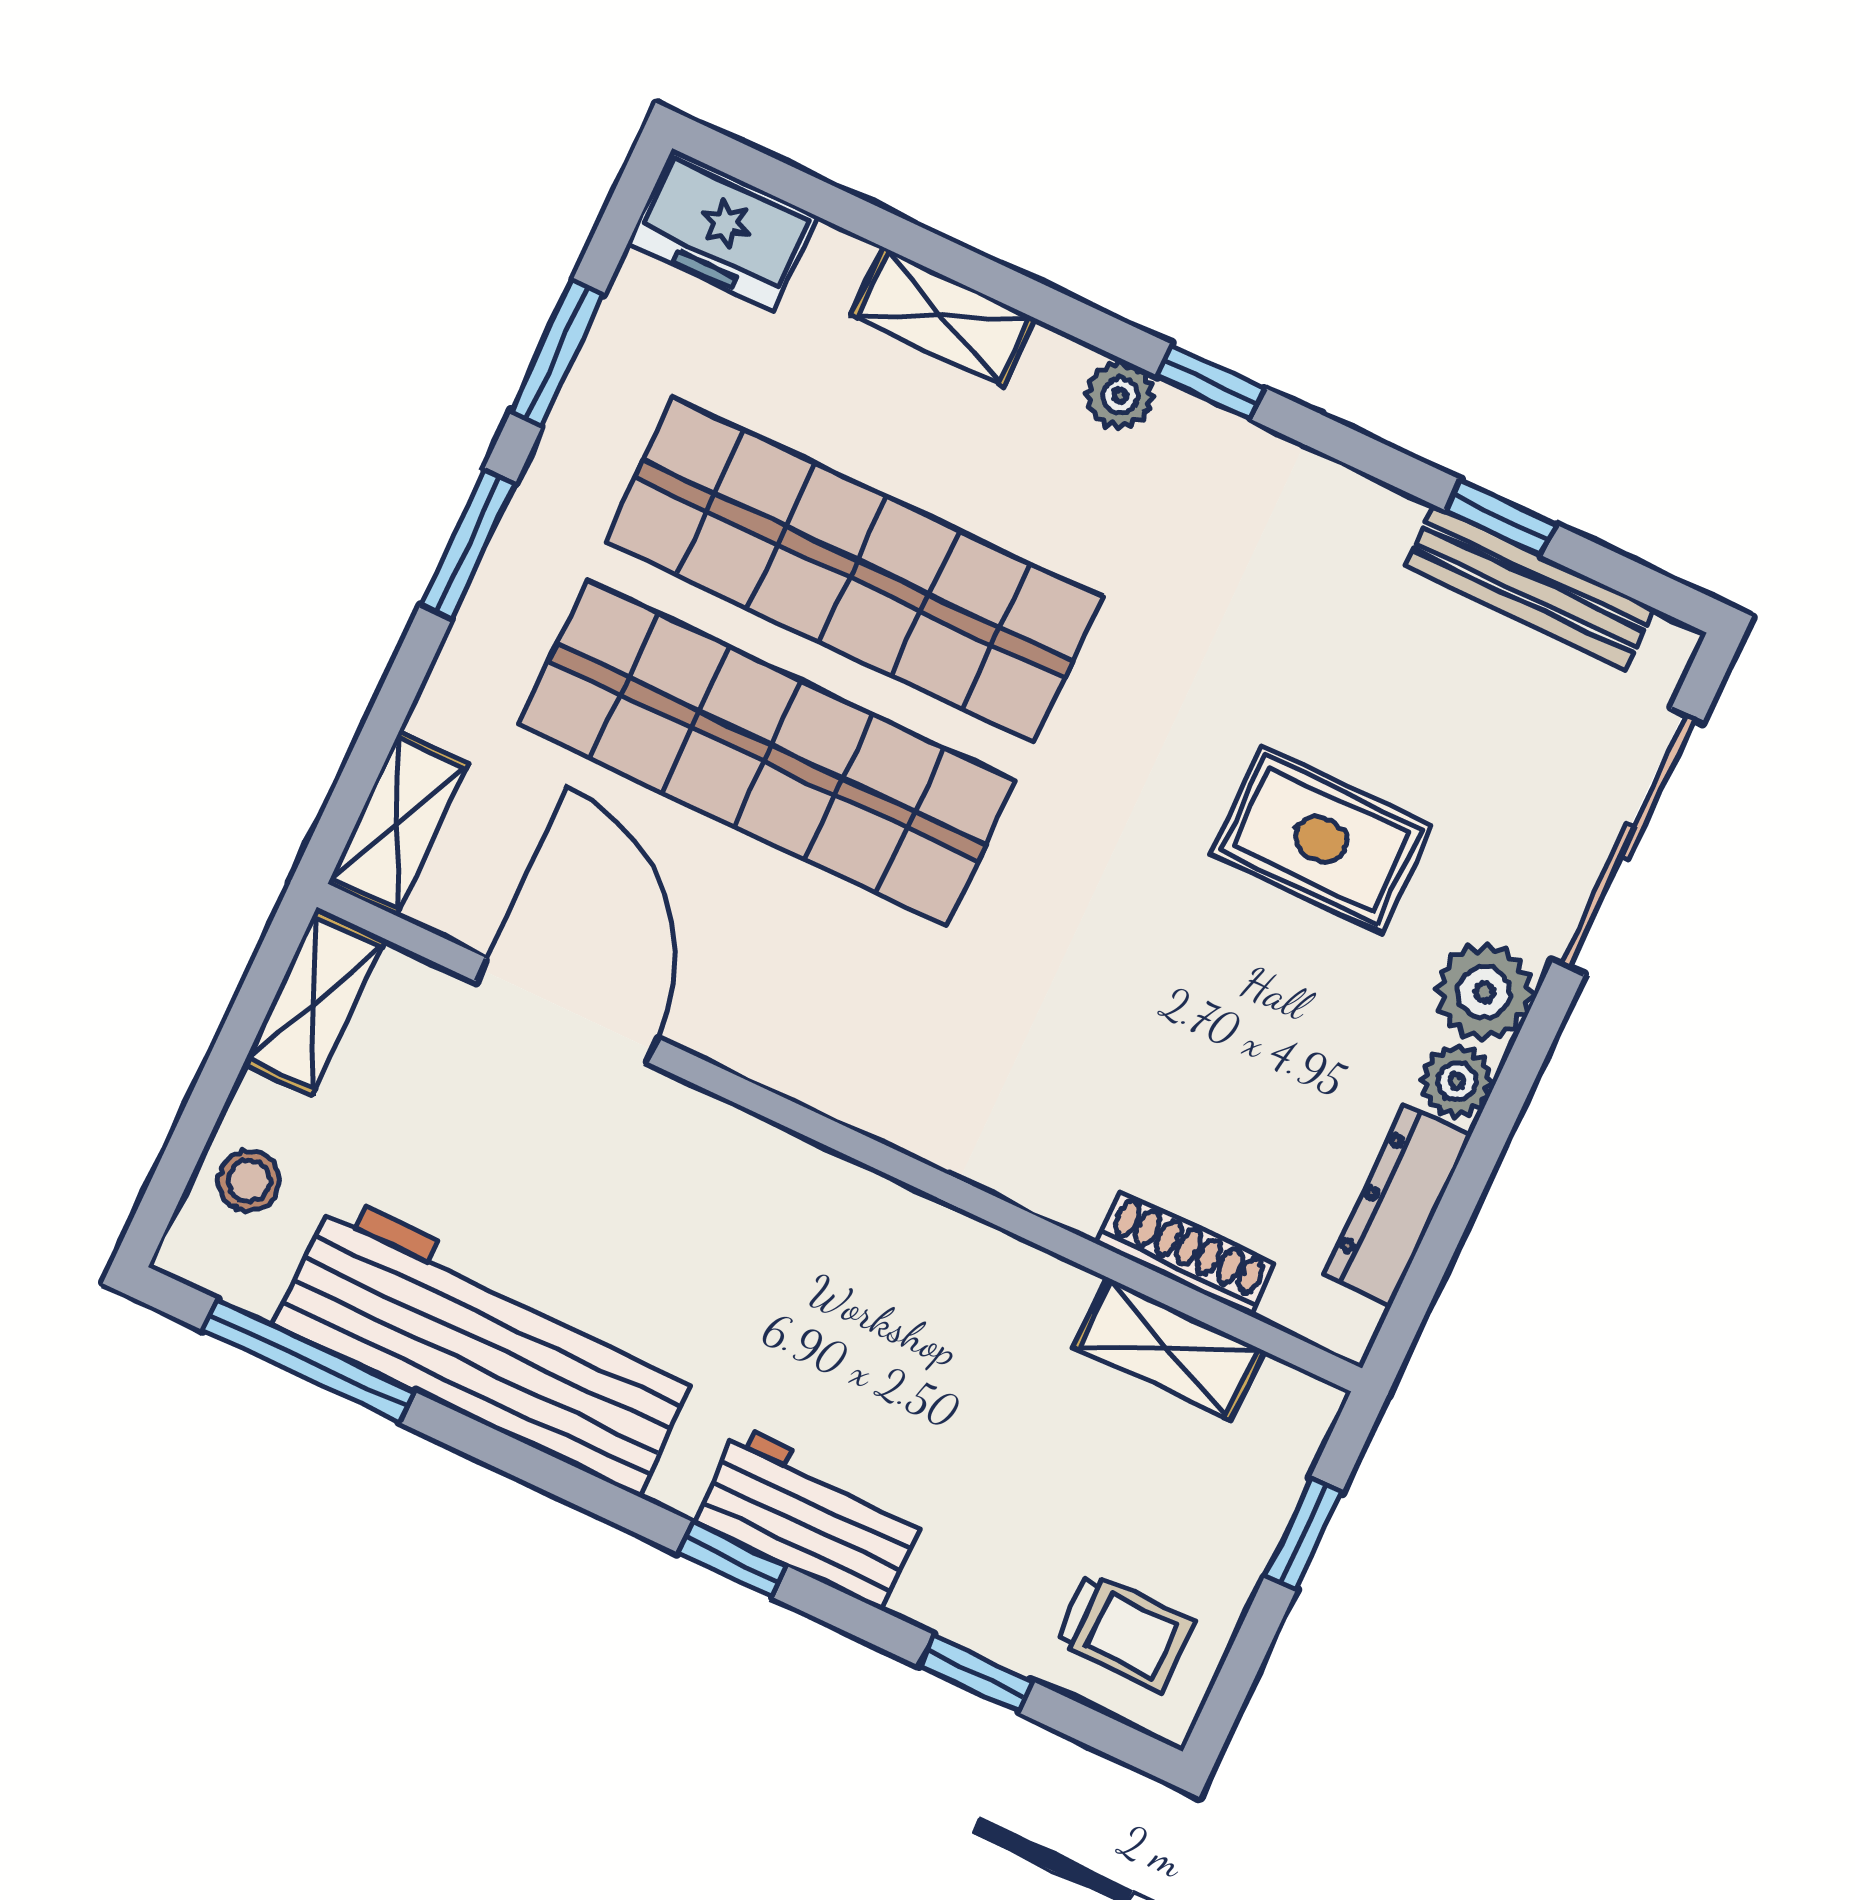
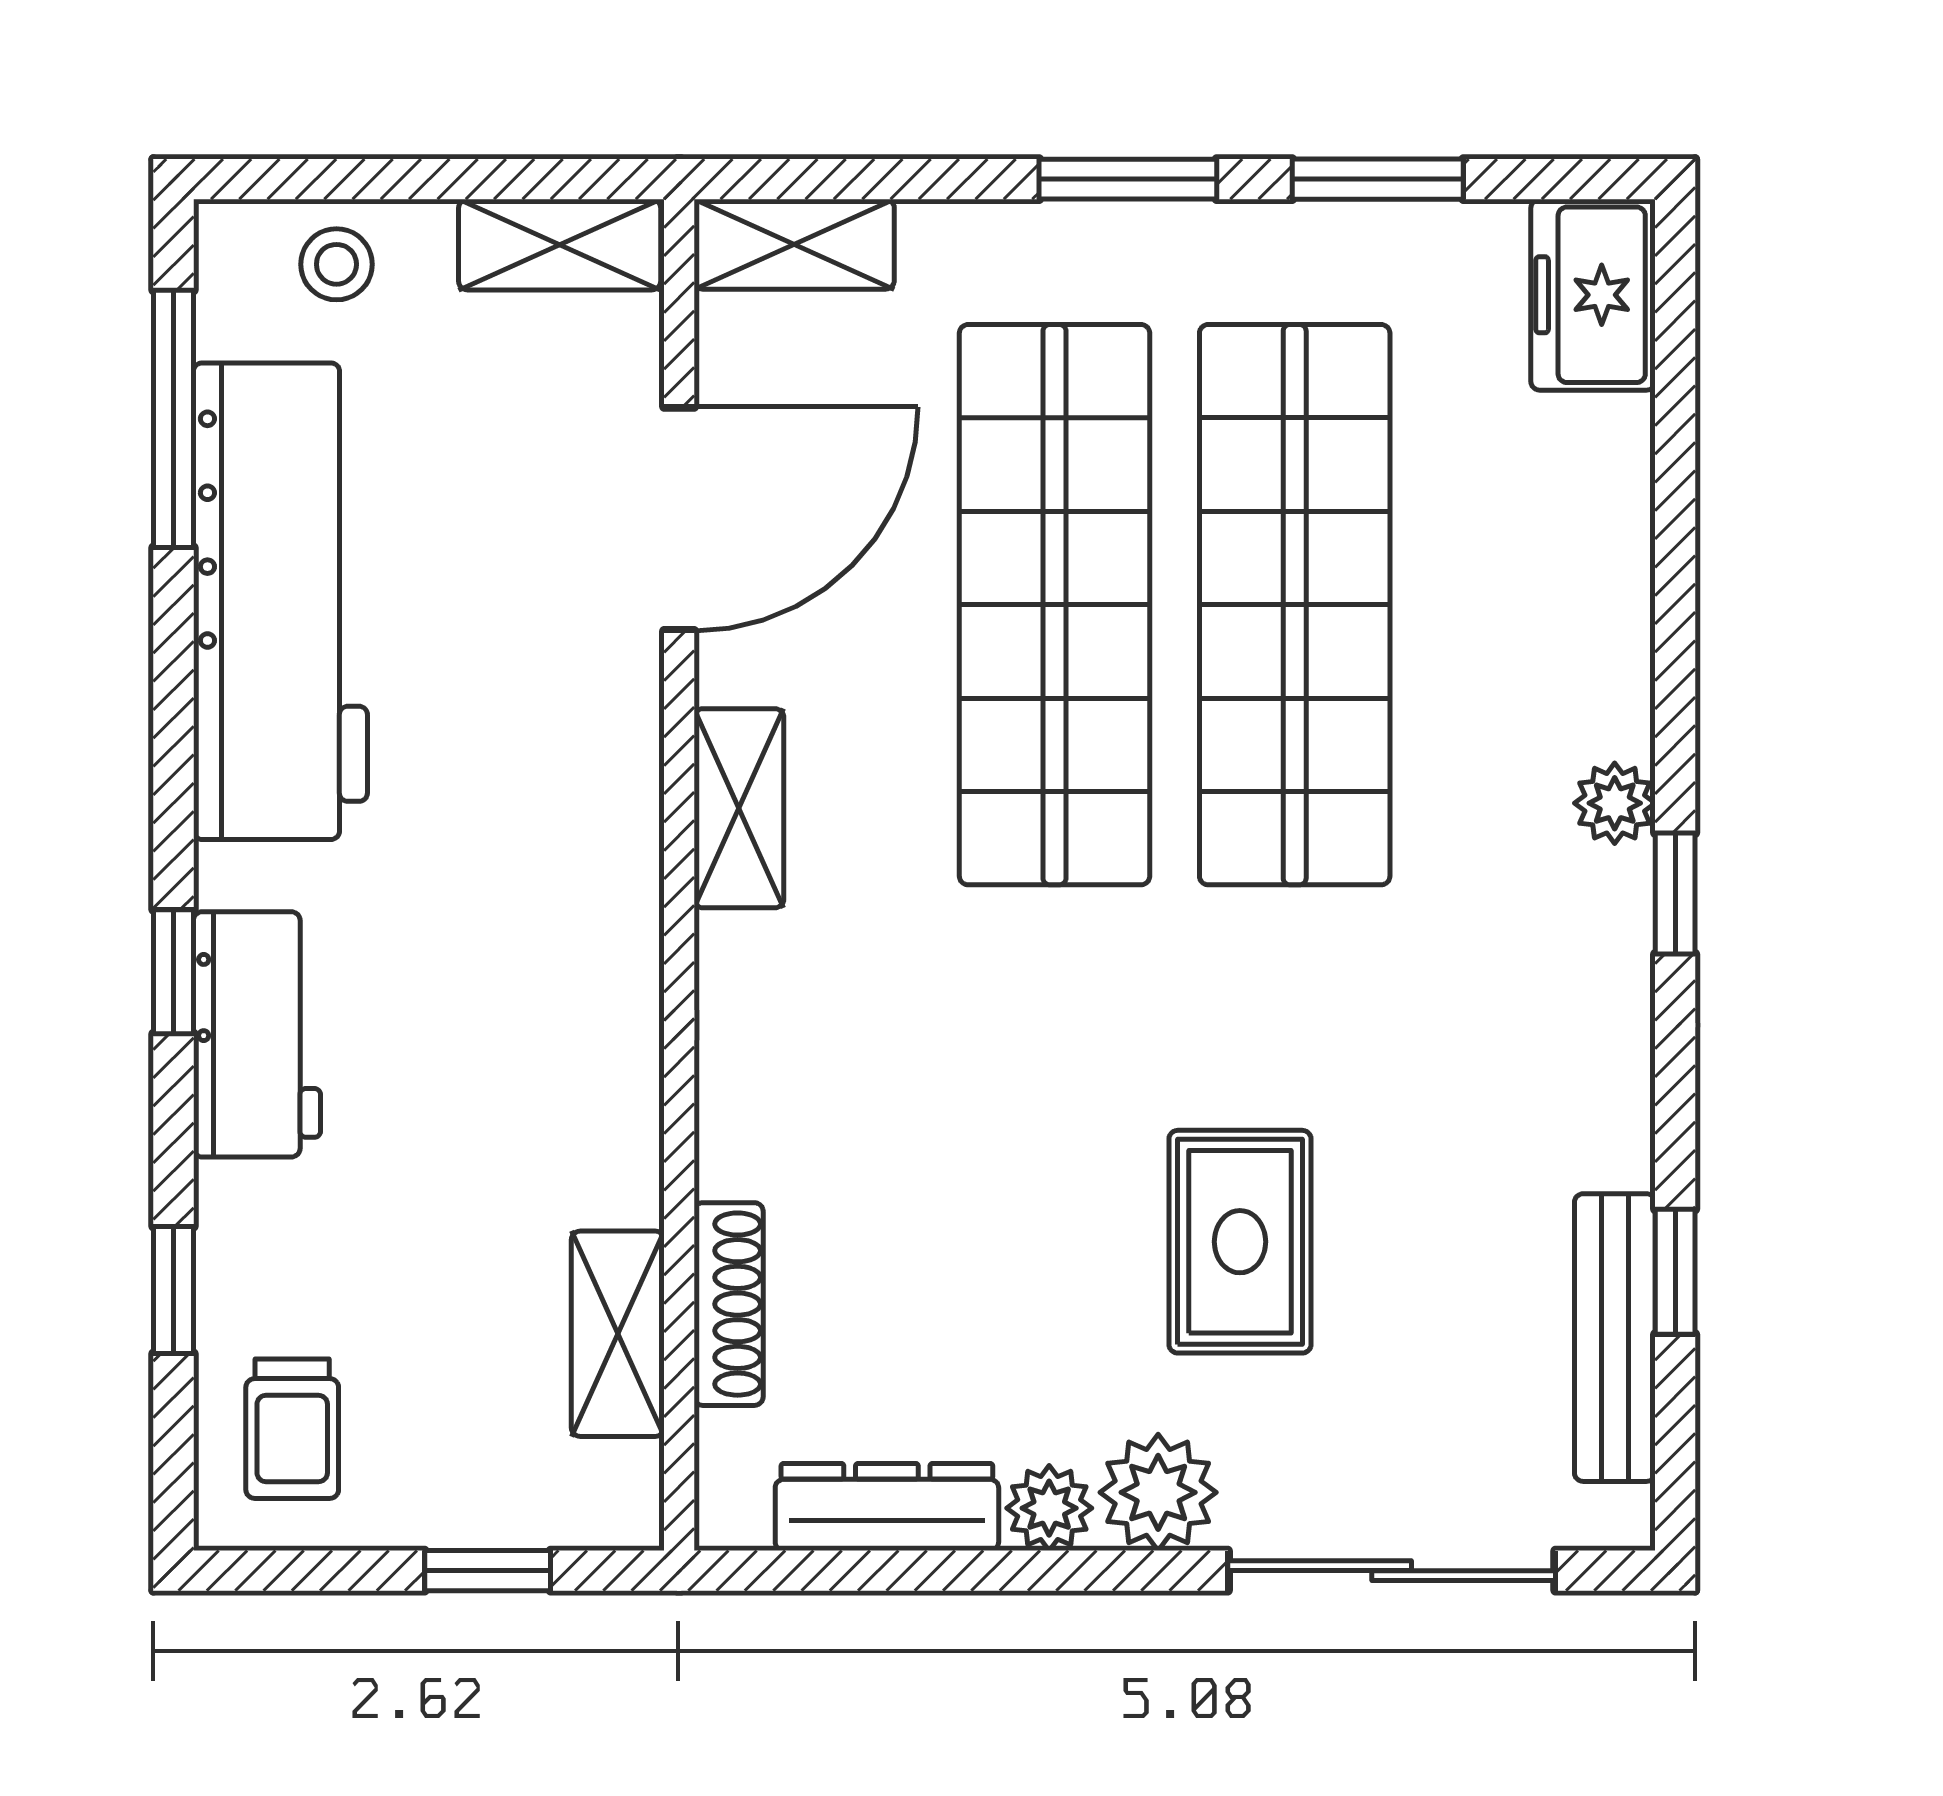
shelving: (943, 317) -> (739, 808), moved

